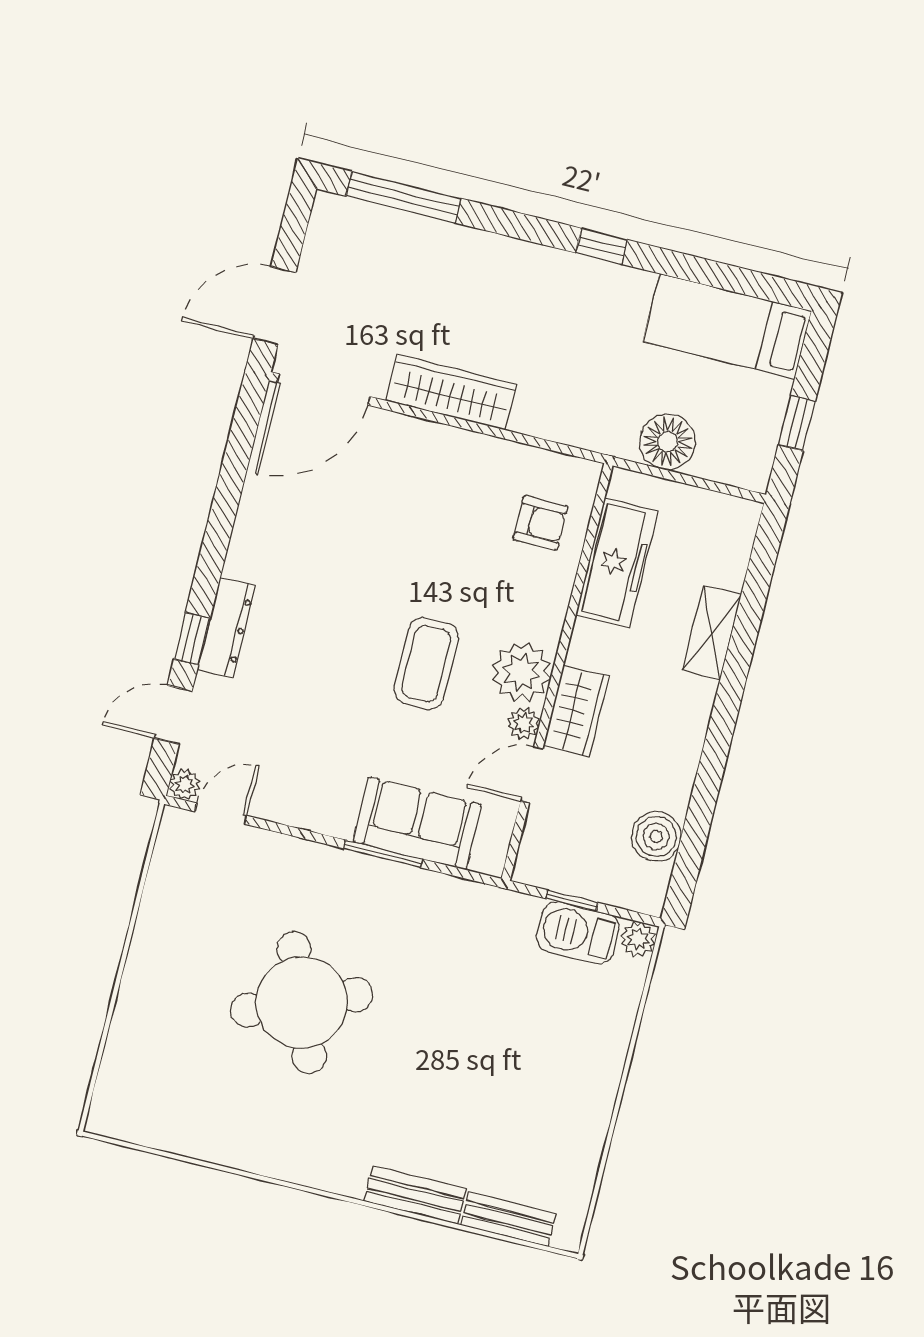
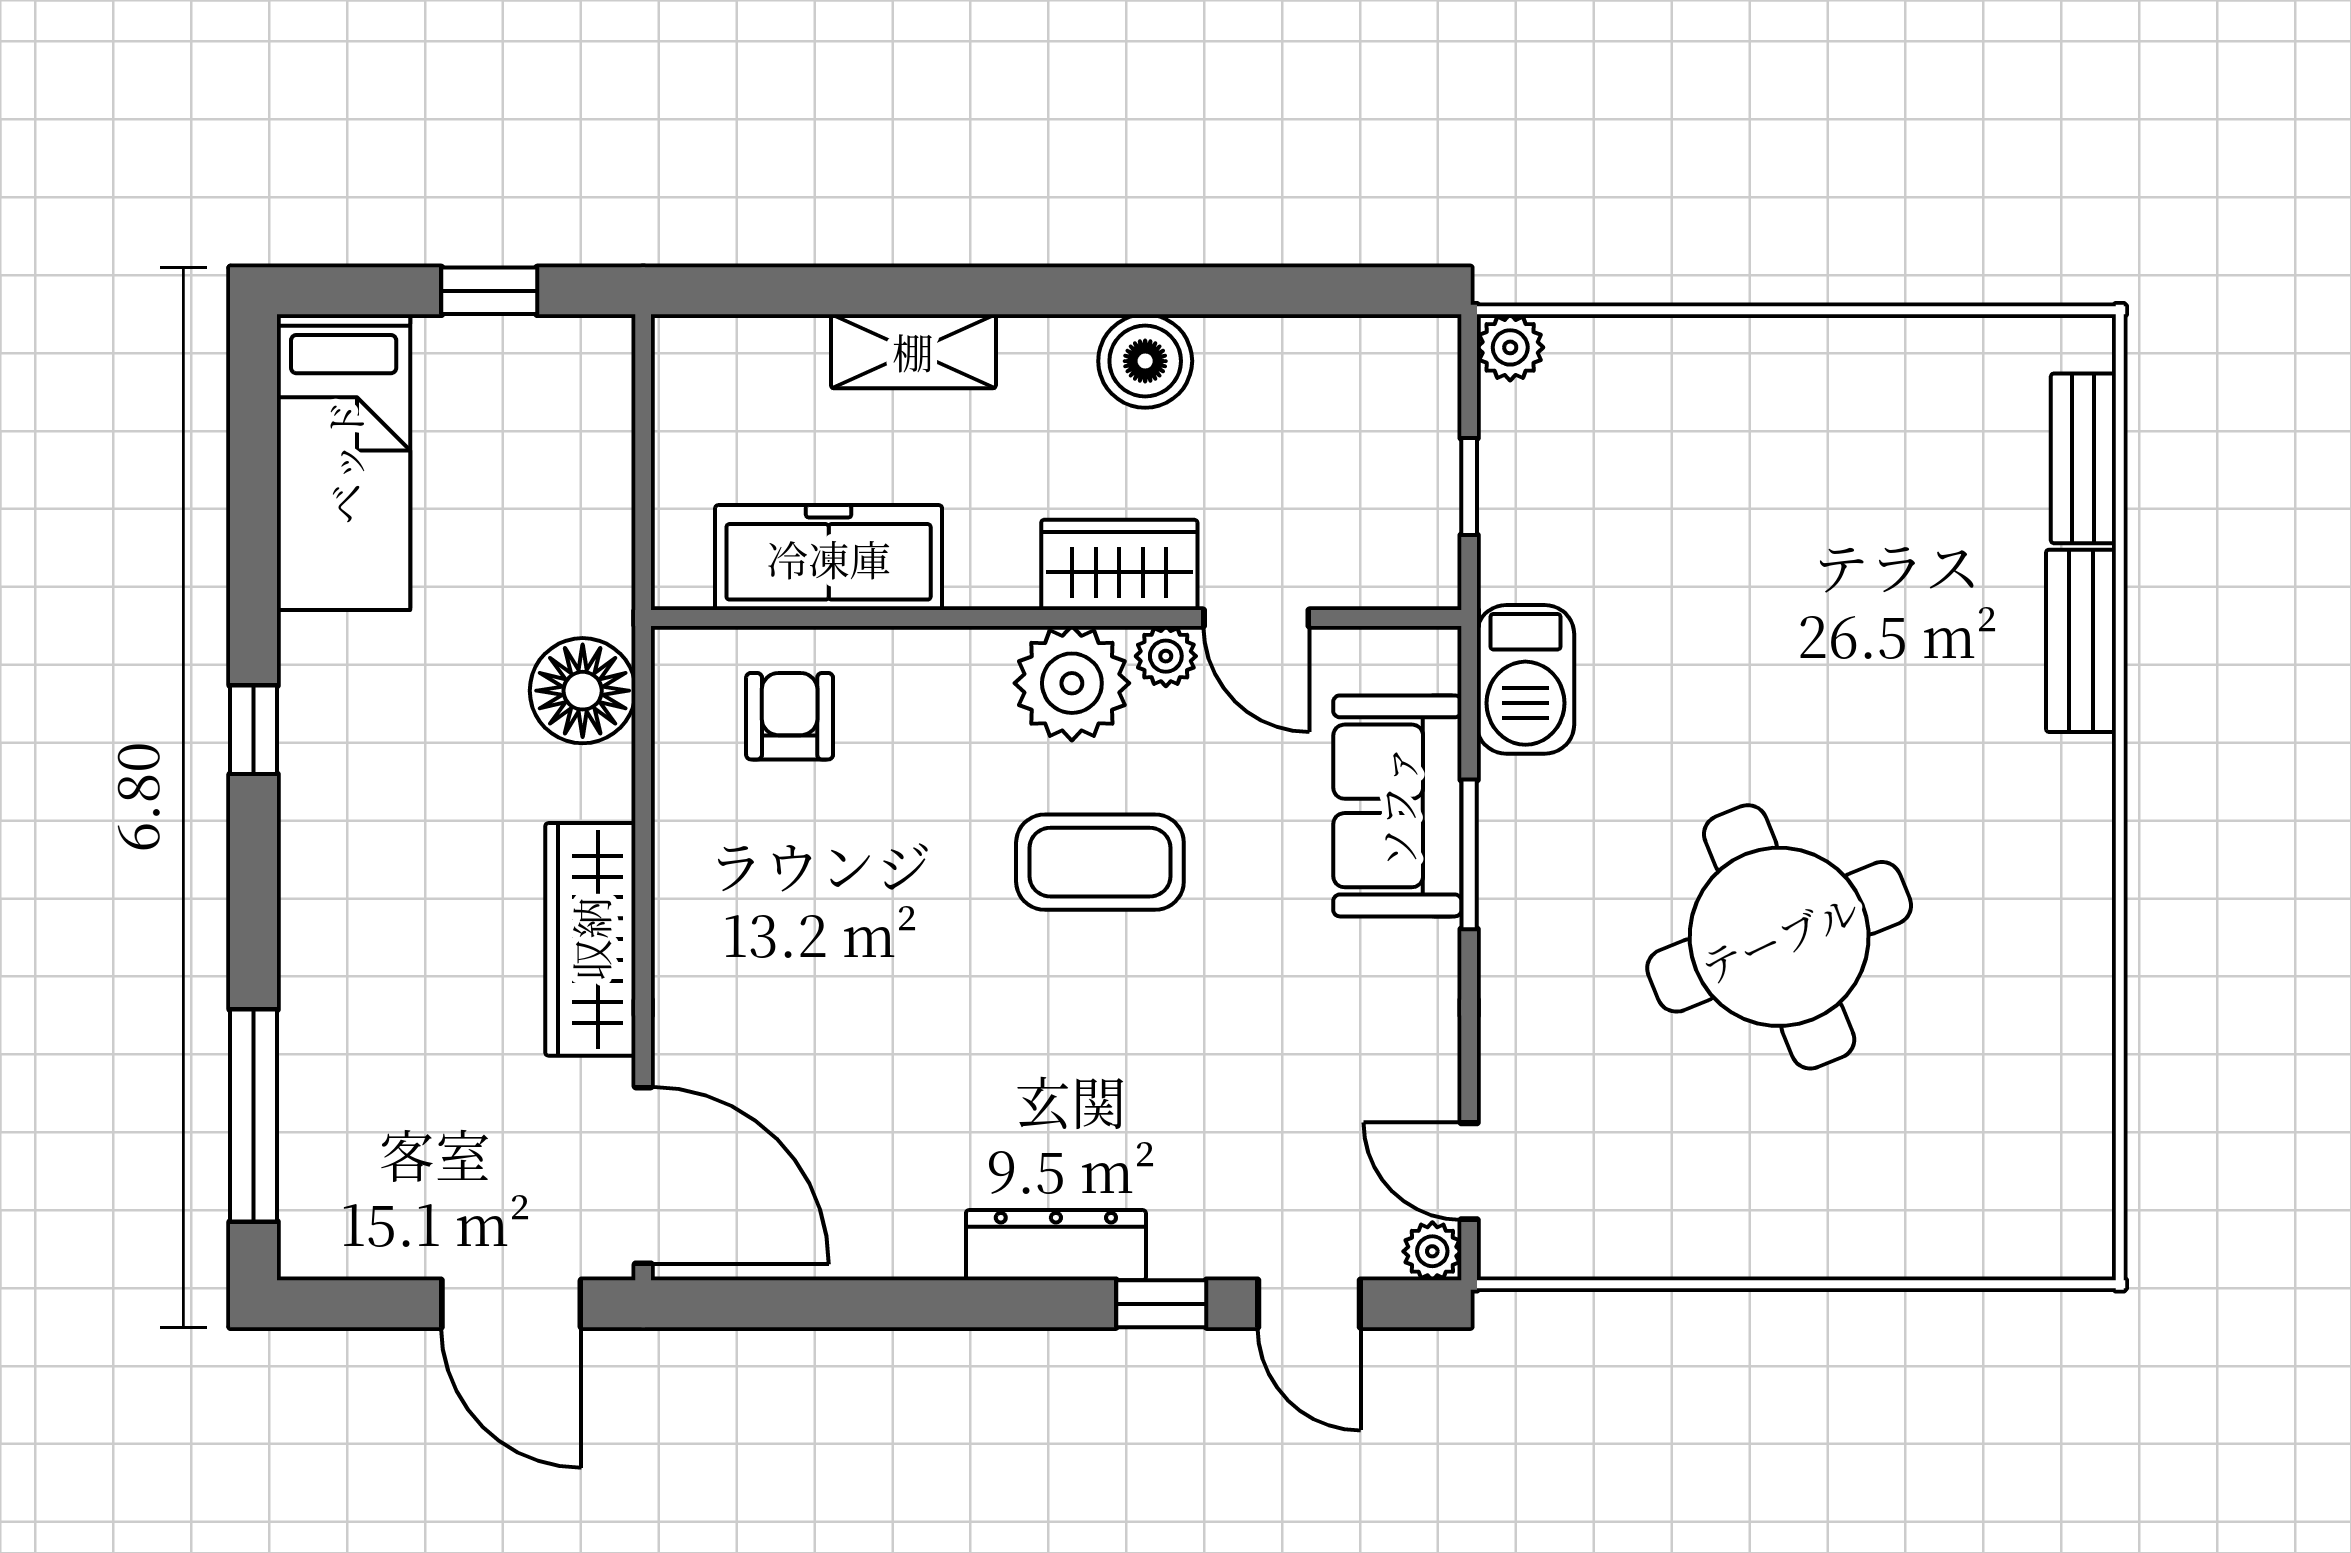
floor lamp: (668, 442) -> (583, 691), moved
dresser: (227, 628) -> (1056, 1245), moved
boiler: (656, 837) -> (1145, 361), moved
barbecue: (578, 933) -> (1525, 679), moved

